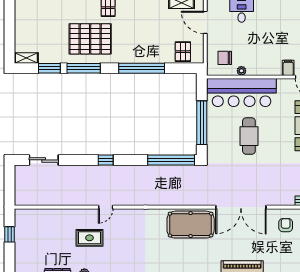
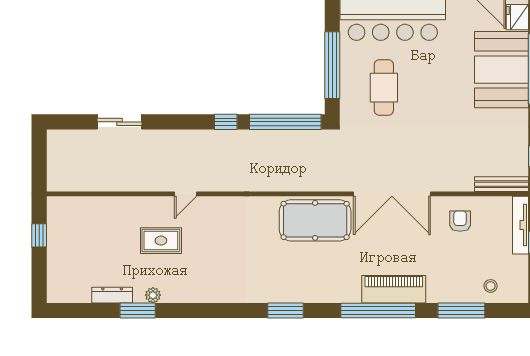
cafe table: (249, 136) -> (384, 88), moved
sliding door: (44, 160) -> (119, 122), moved
window: (106, 160) -> (226, 122), moved

